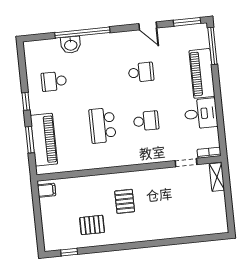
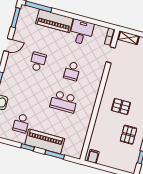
school desk: (146, 121) -> (72, 71), turned 180
piano: (44, 140) -> (45, 141), moved

